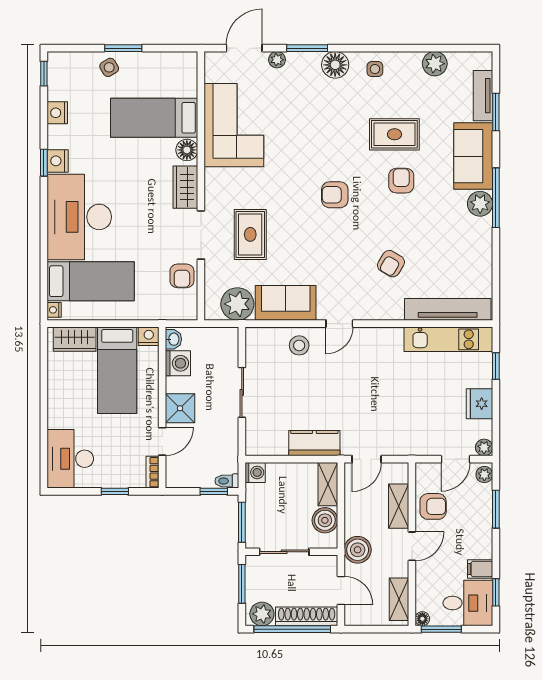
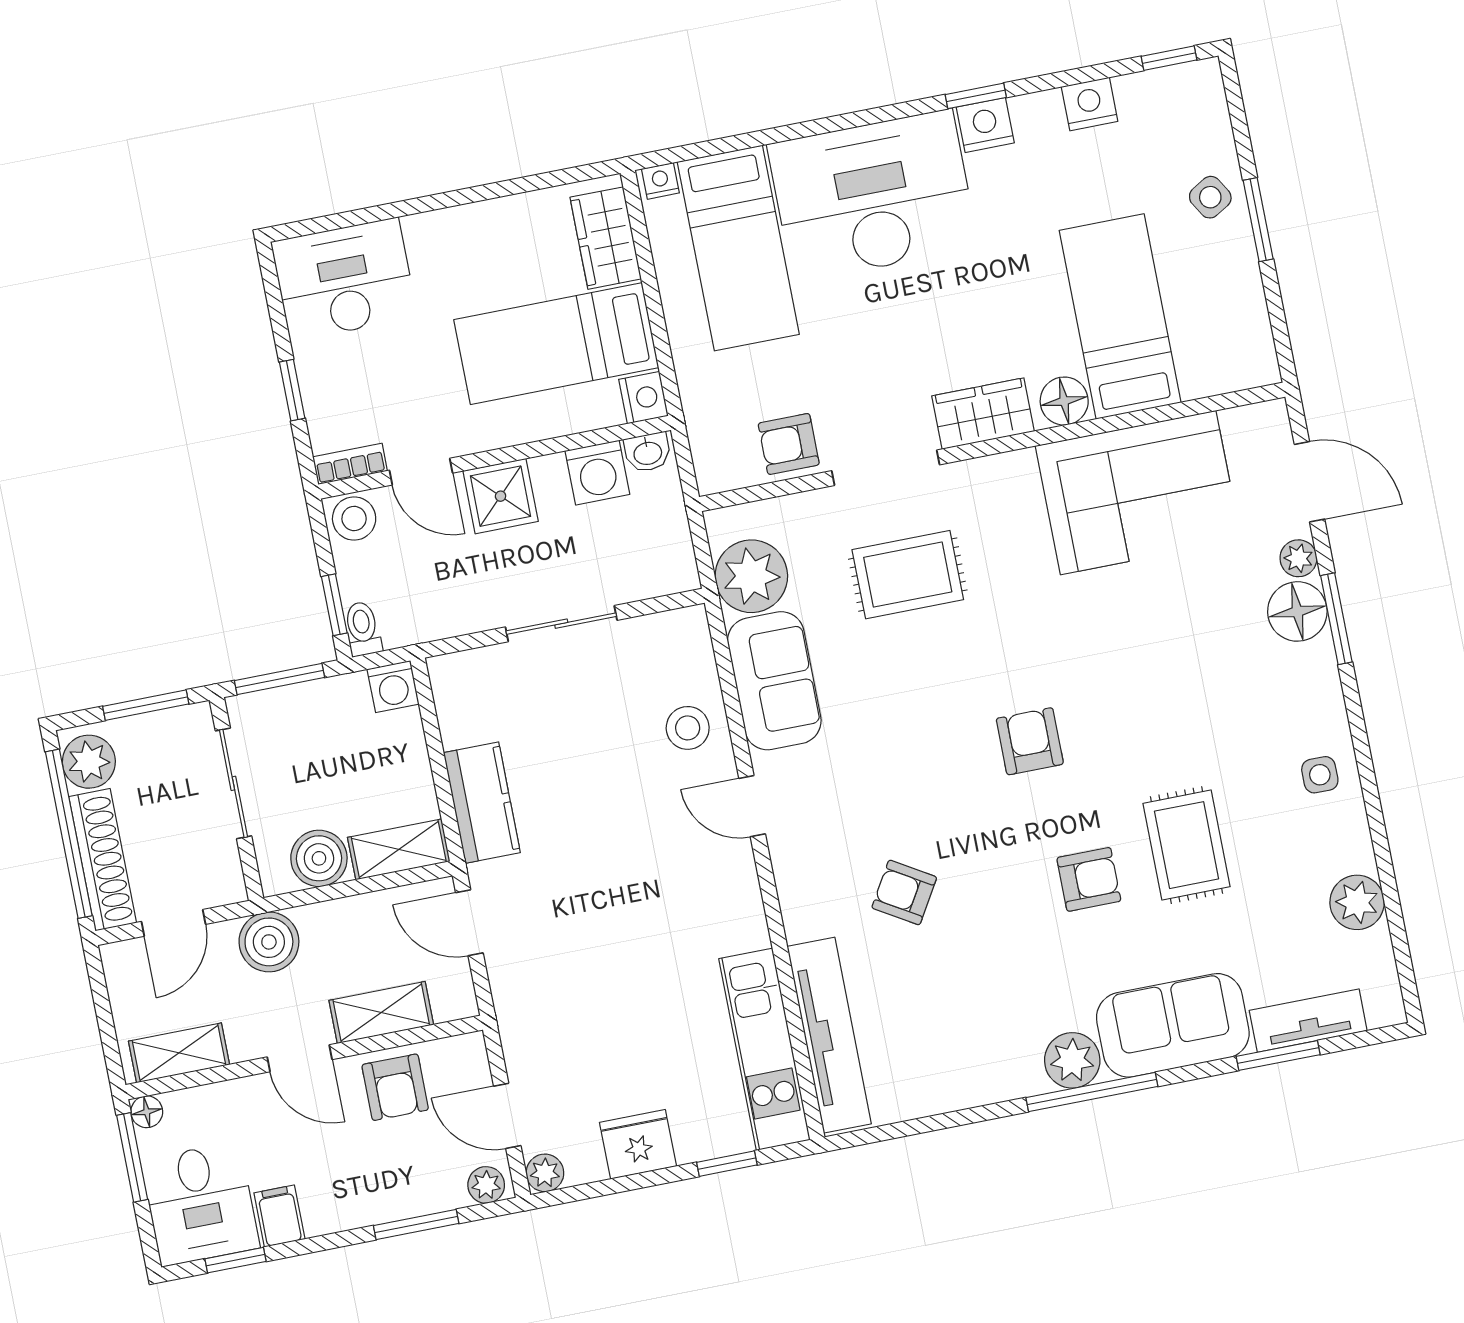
floor lamp: (335, 65) -> (1297, 611), moved
stool: (177, 475) -> (354, 518), added

